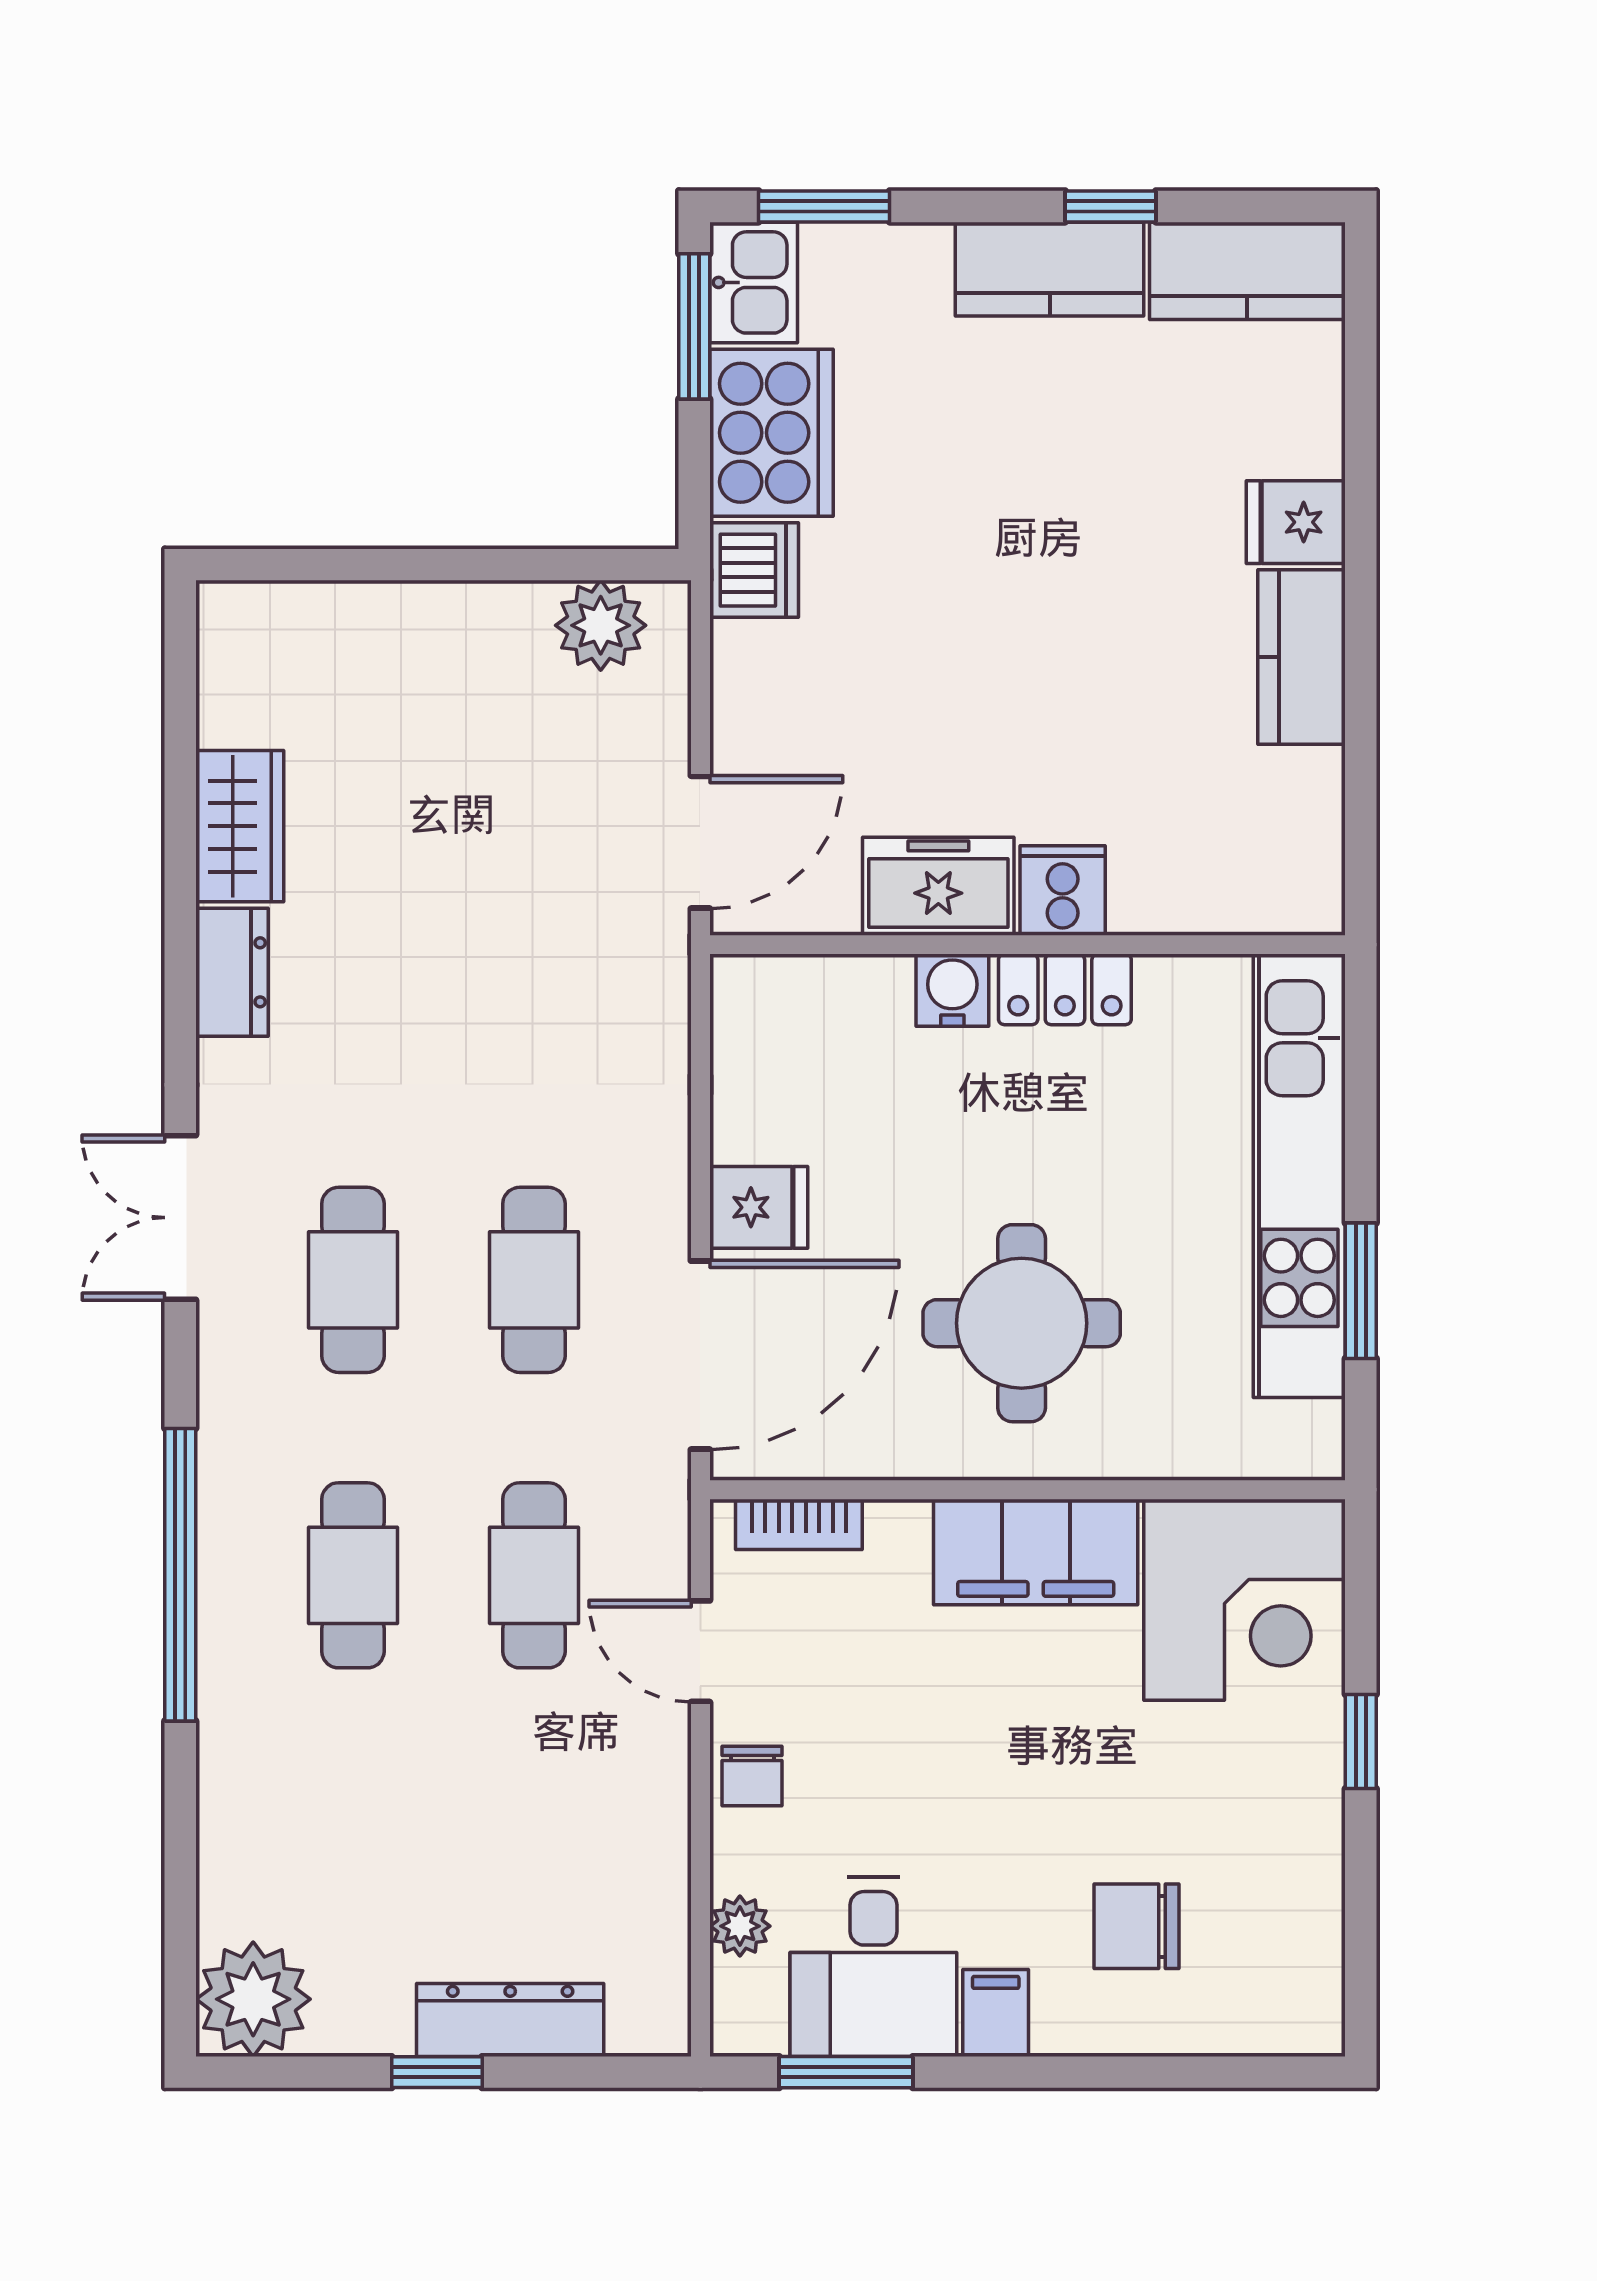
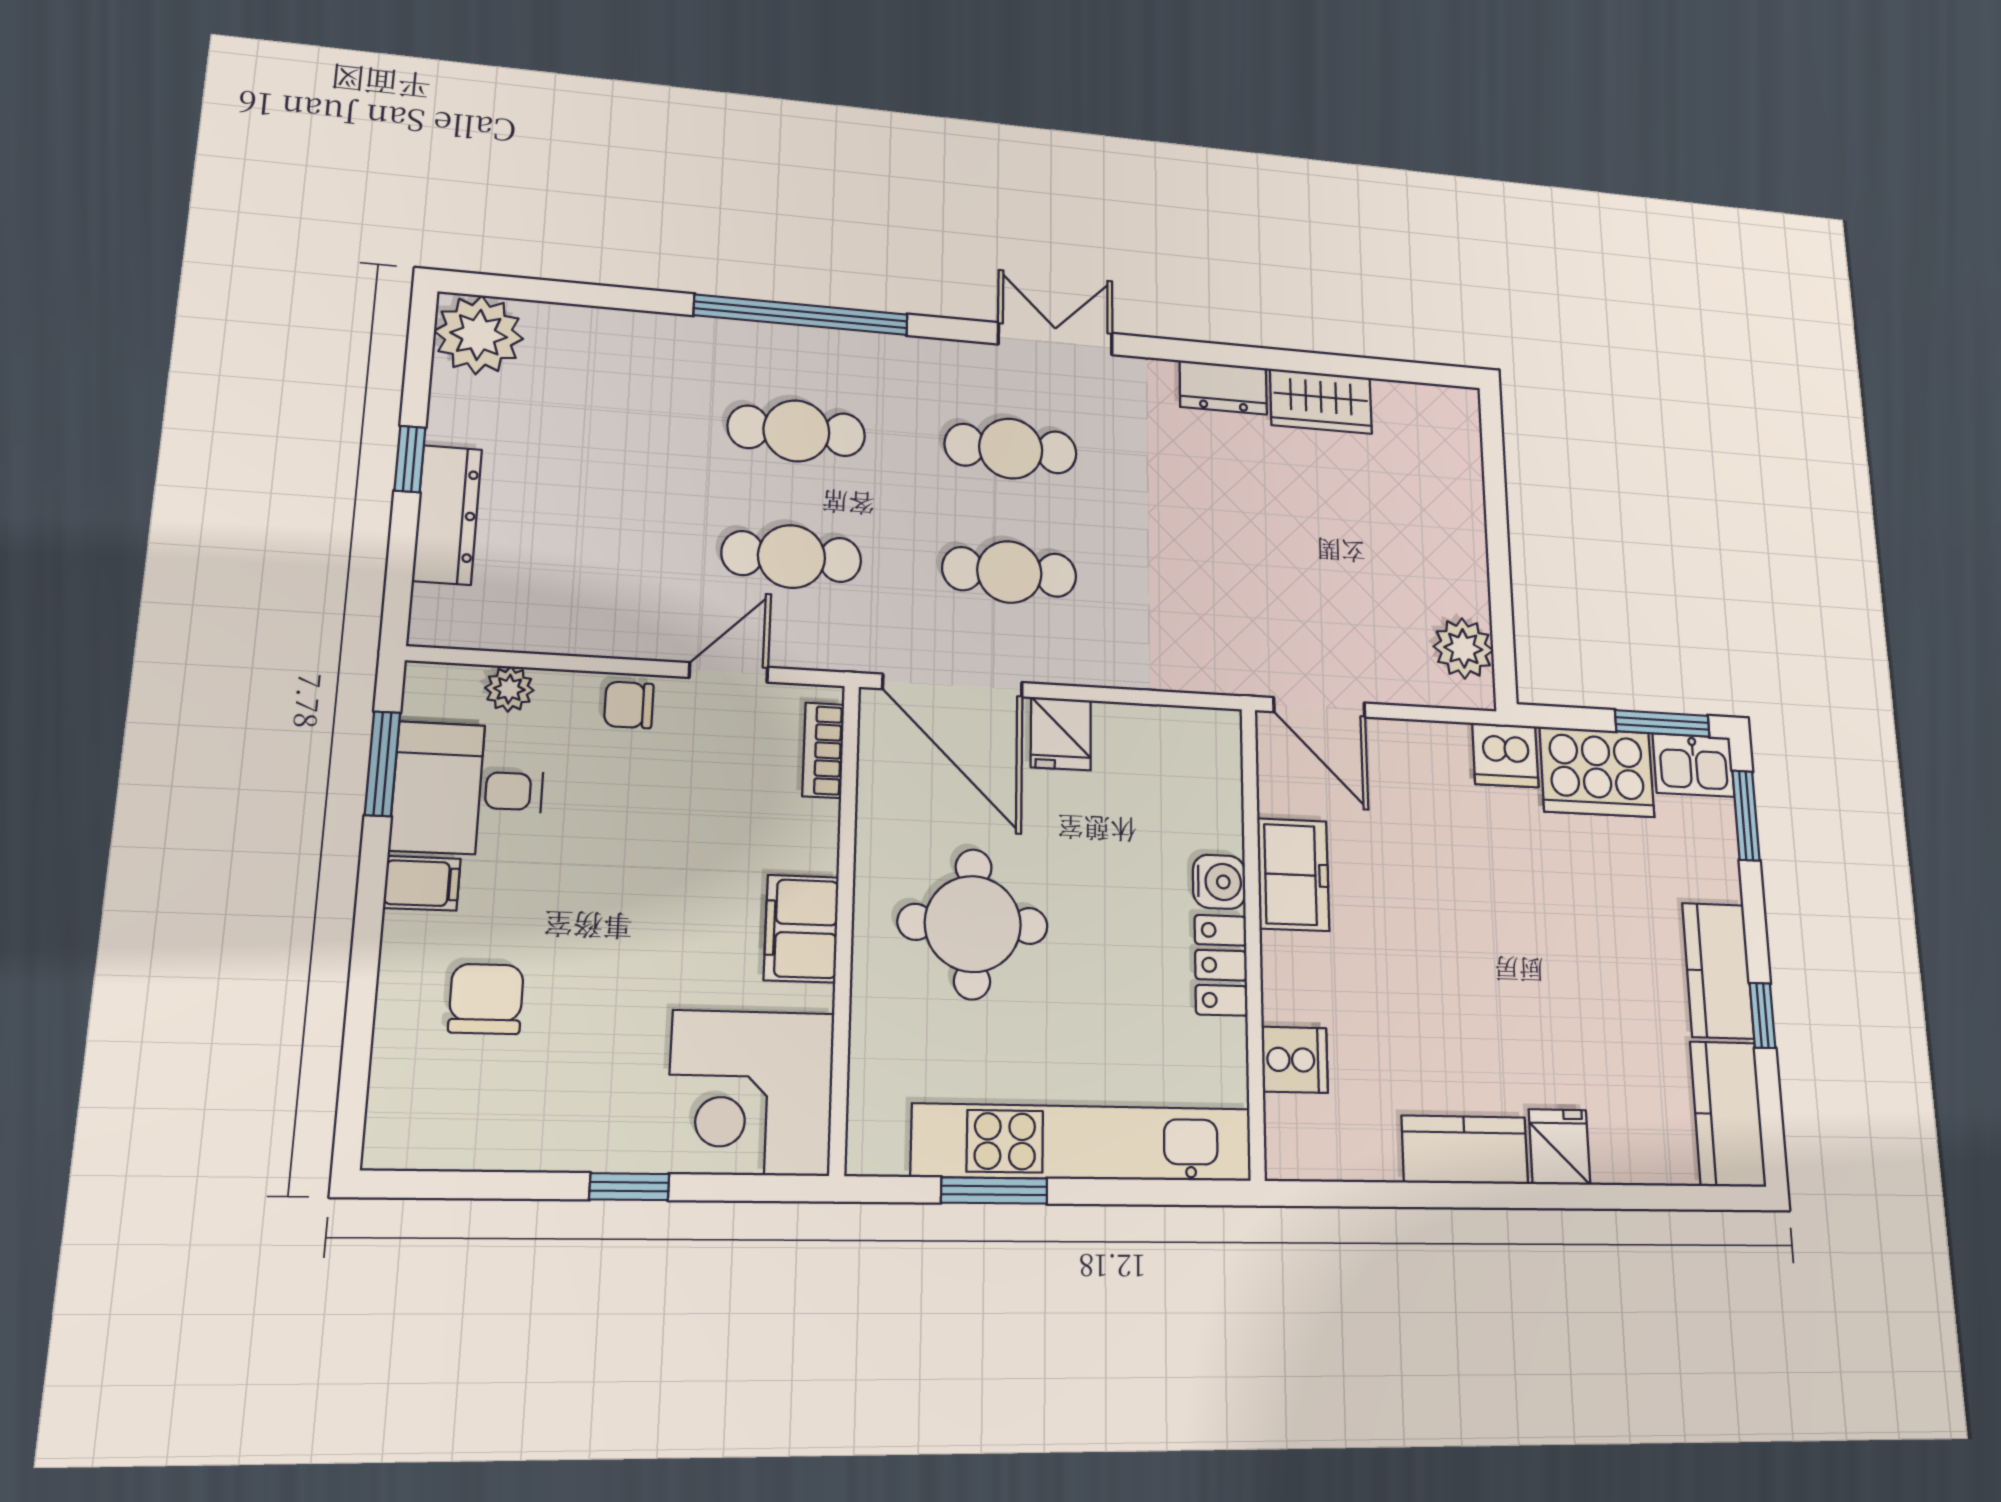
cooker: (1063, 890) -> (1295, 1060), moved
filing cabinet: (1036, 1552) -> (801, 929), width x0.67, depth x0.86

